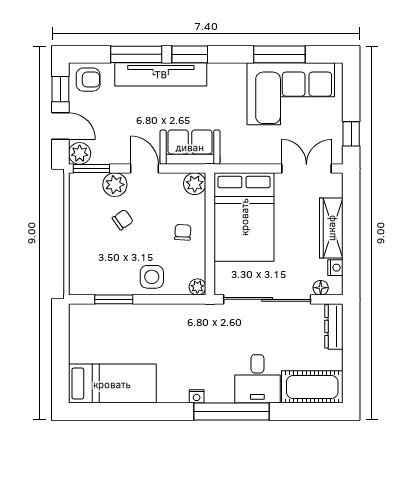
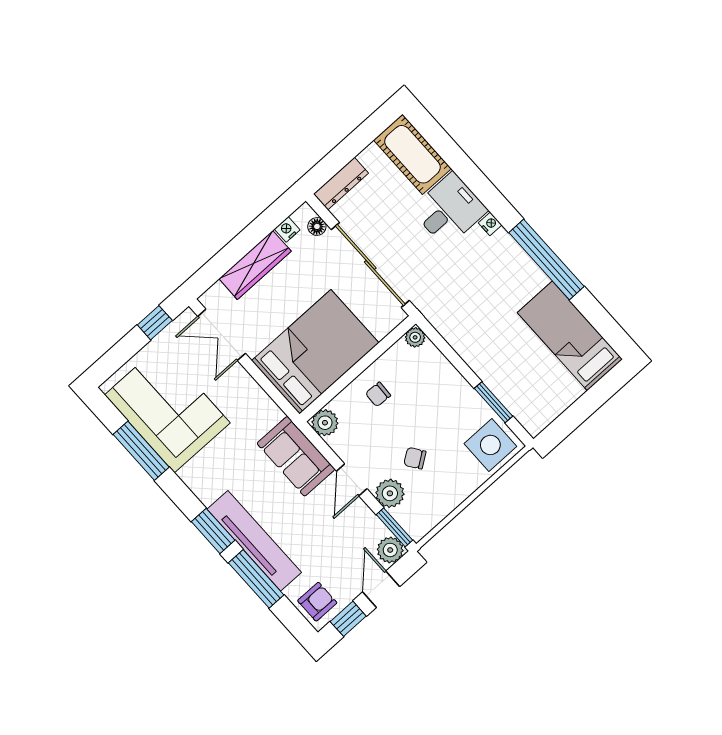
armchair: (88, 80) -> (317, 602), turned 90
side table: (152, 277) -> (490, 445), moved, width x1.37, depth x1.37
nightstand: (197, 396) -> (490, 224), moved
window: (231, 412) -> (546, 259), moved

